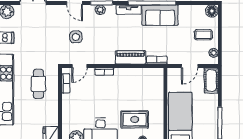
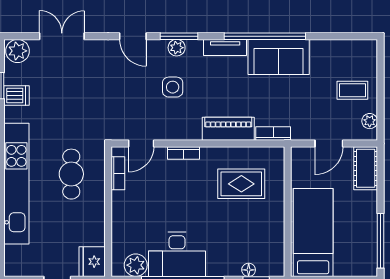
floor lamp: (212, 11) -> (367, 50), removed
side table: (76, 37) -> (173, 87), moved
rug: (135, 119) -> (241, 184), moved

